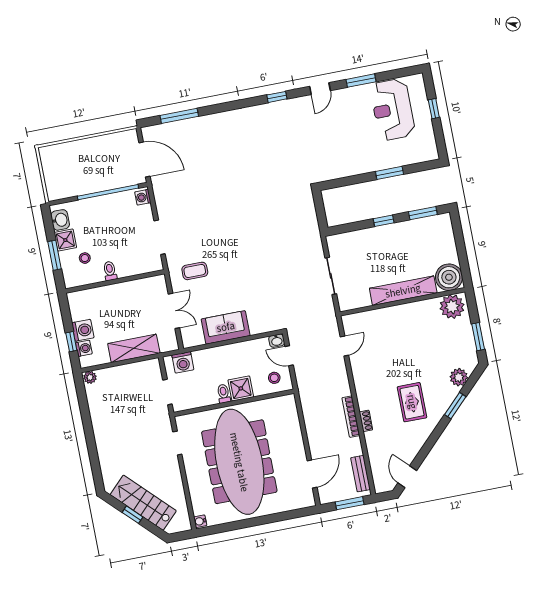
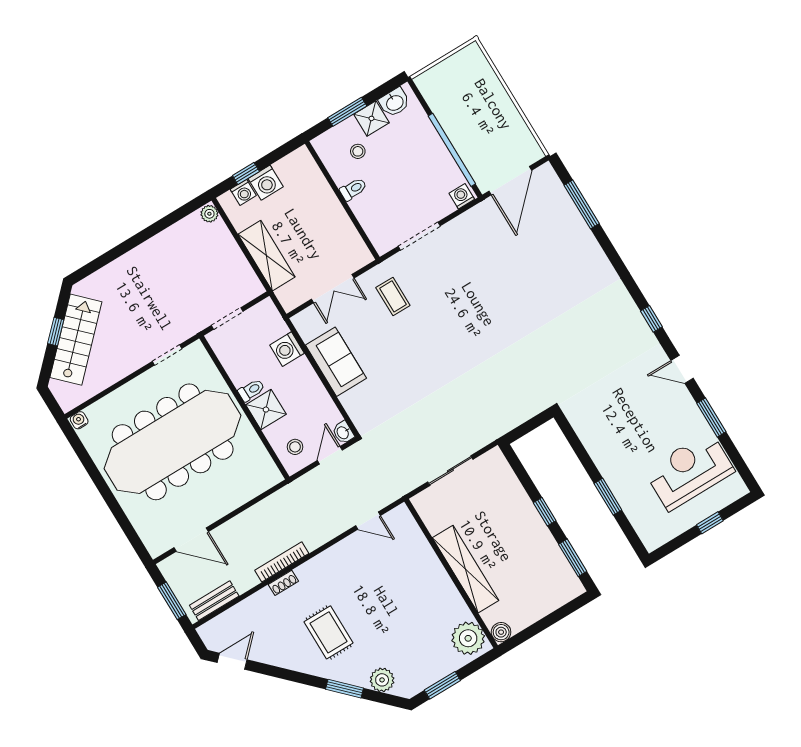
boiler: (449, 277) -> (501, 632), width x0.54, depth x0.54
washing machine: (183, 362) -> (287, 349), moved
rug: (412, 402) -> (329, 632), turned 90

